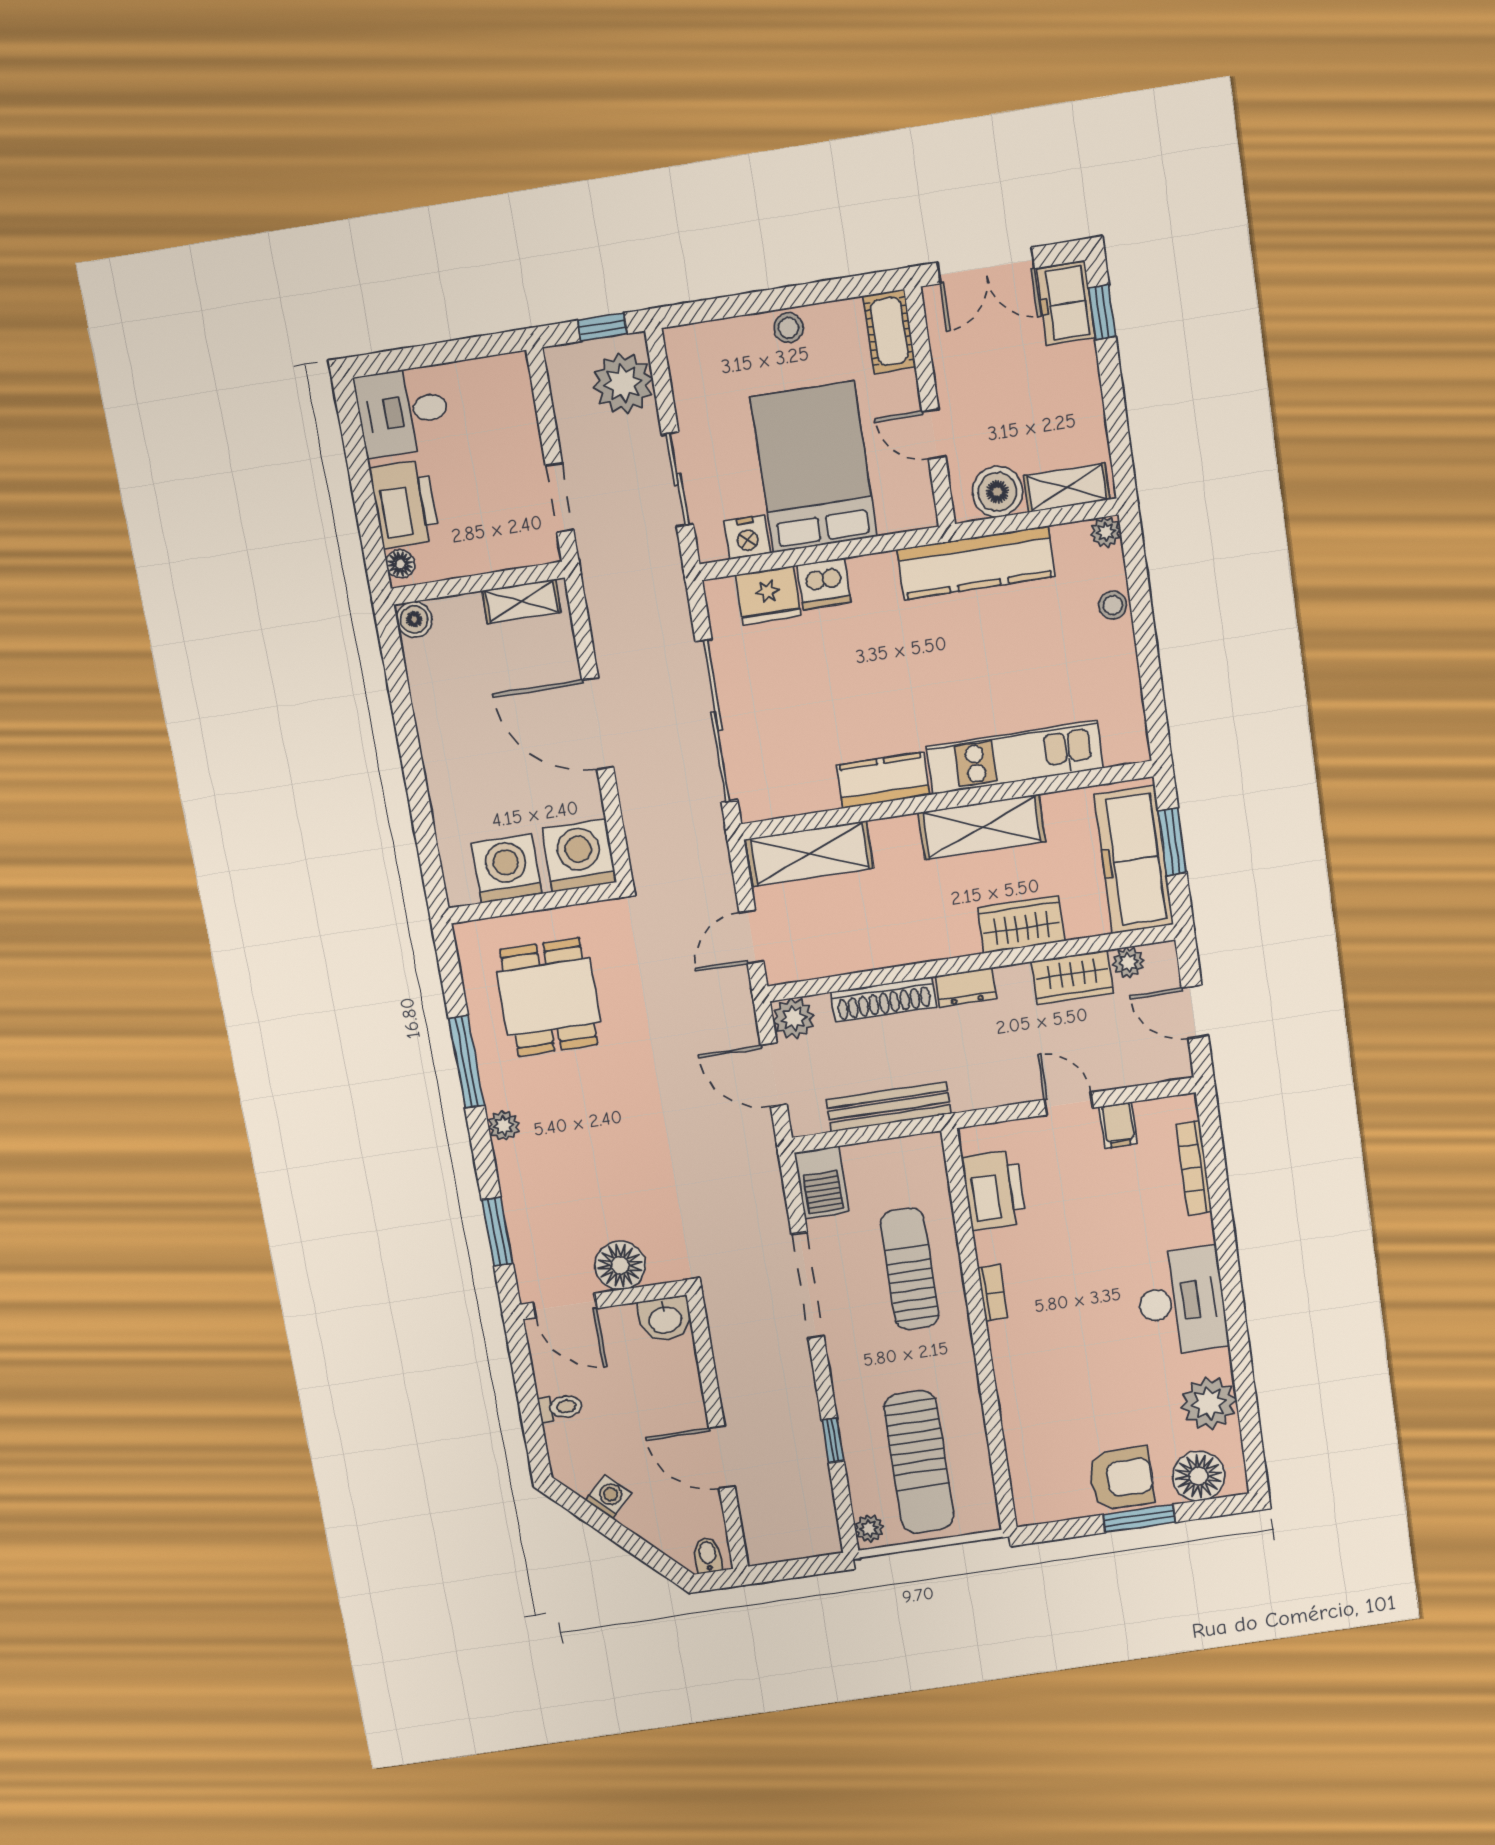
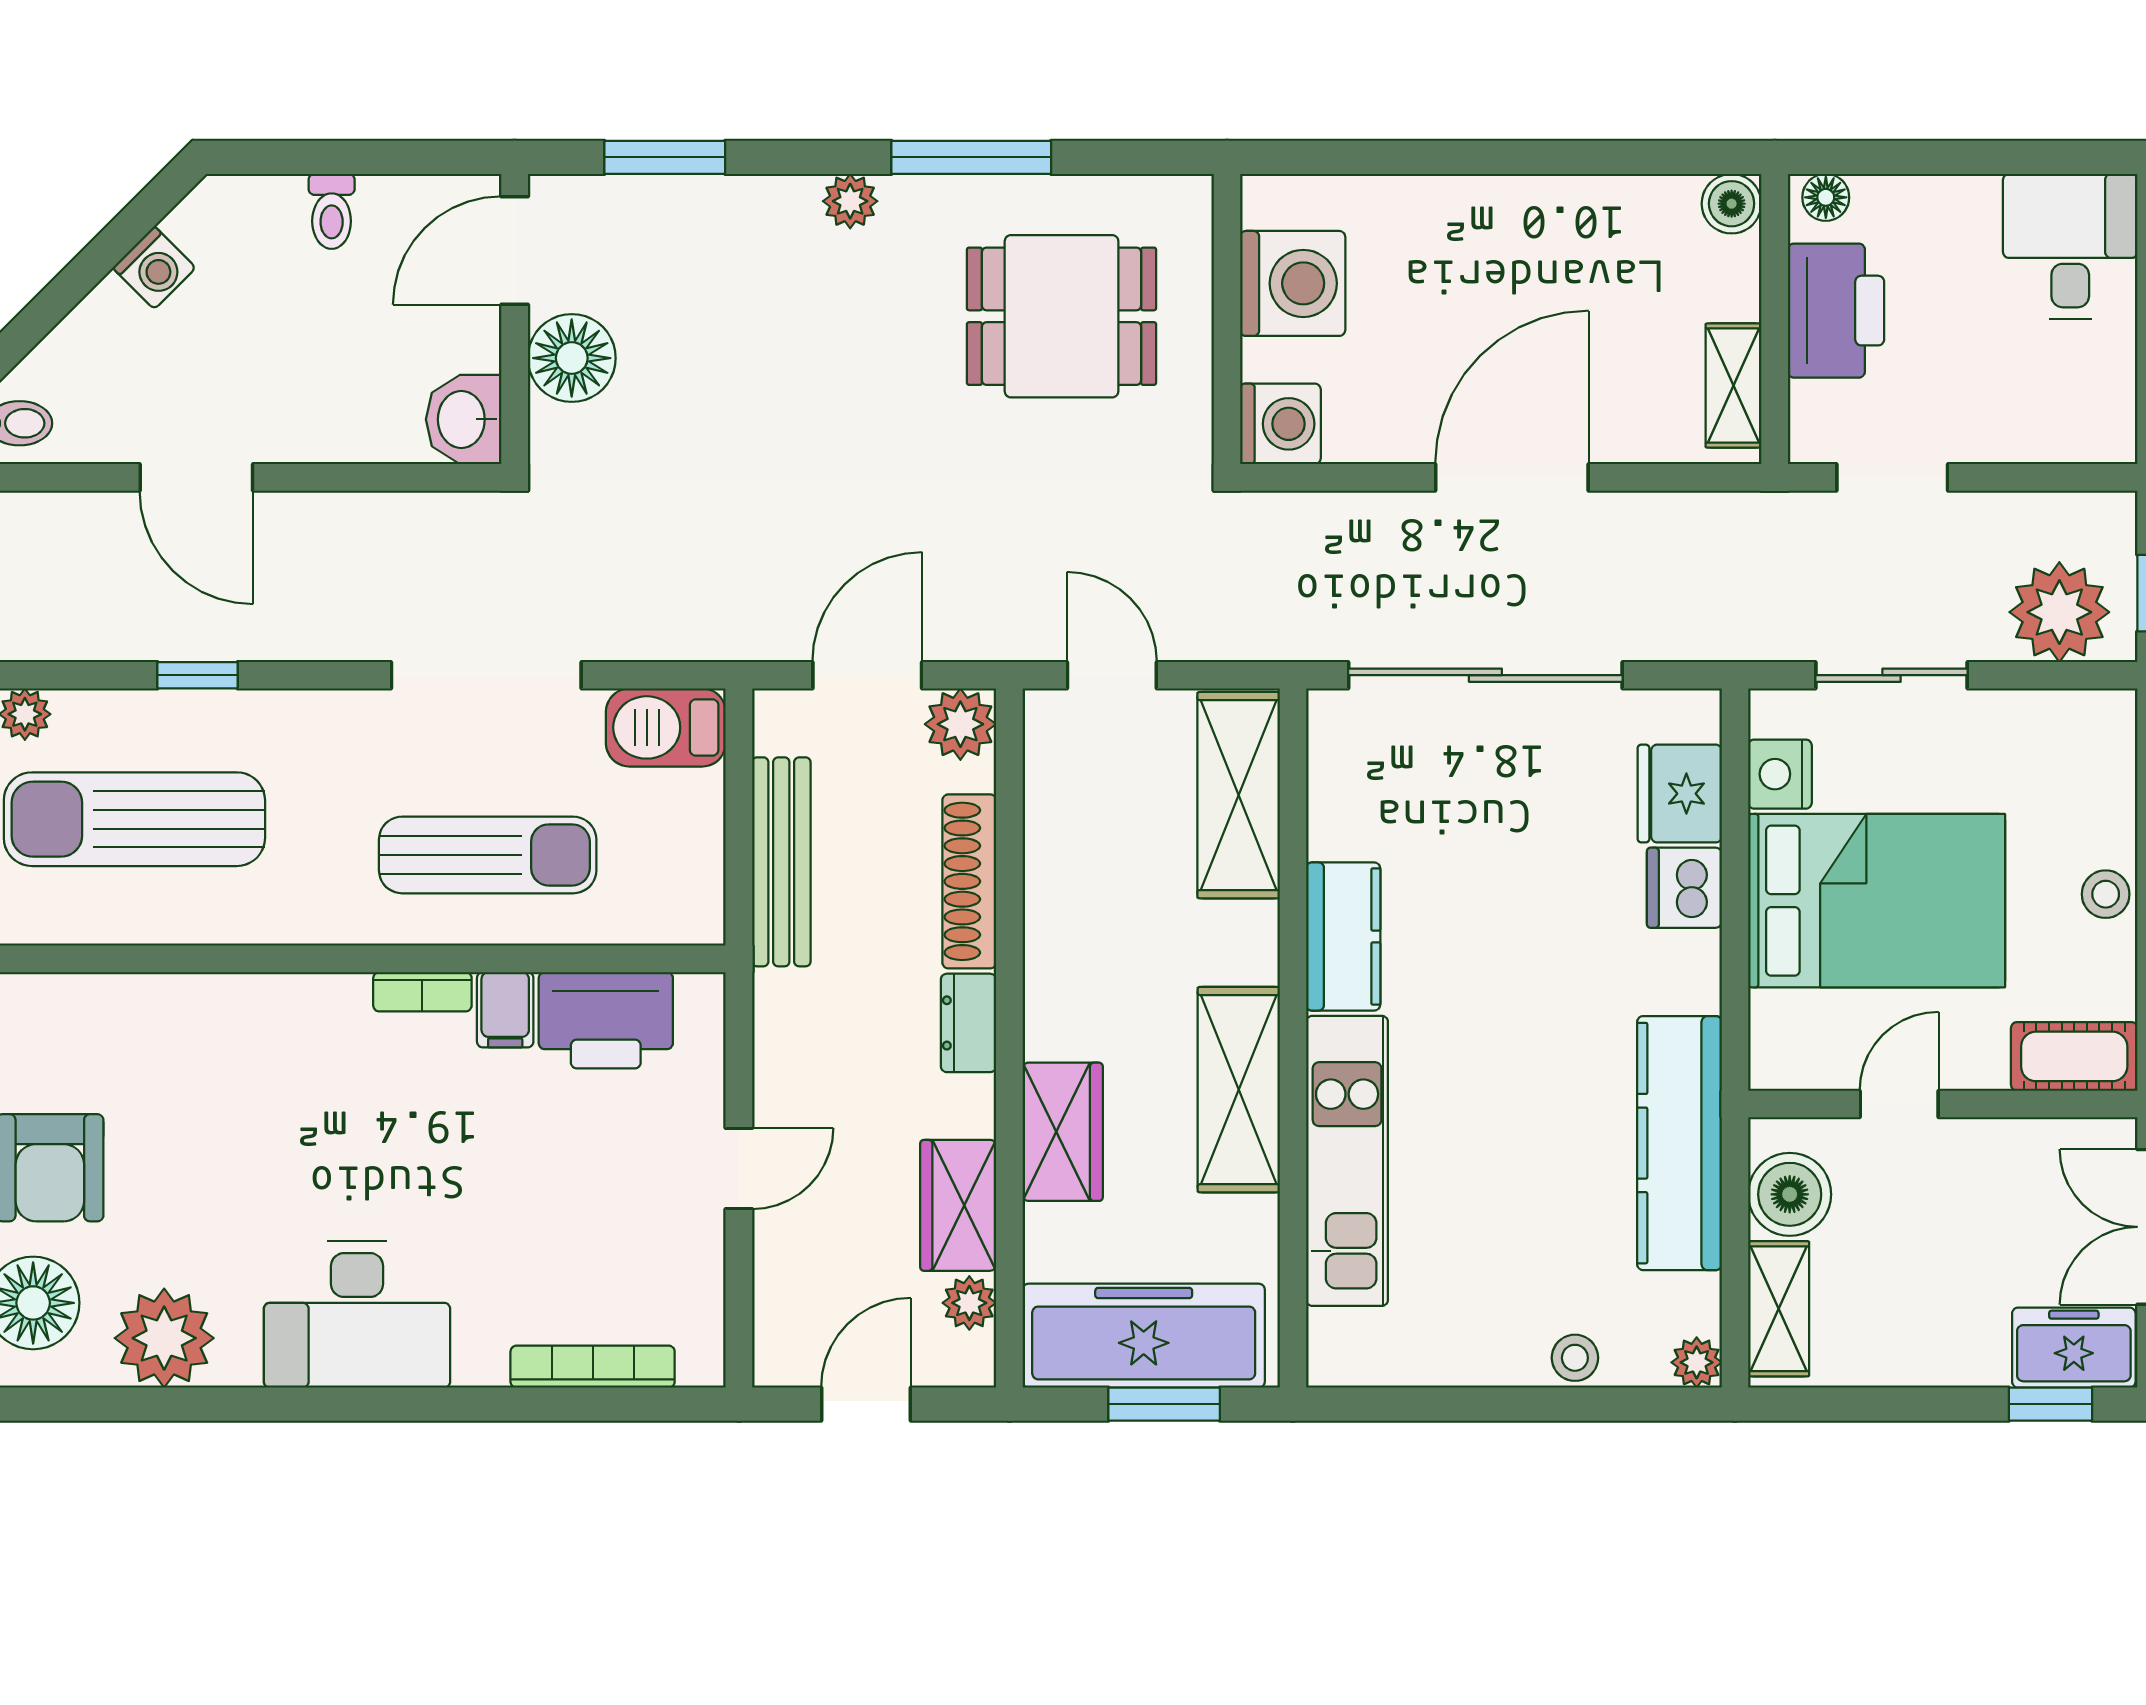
printer: (405, 504) -> (1836, 311), moved, turned -90
washing machine: (579, 856) -> (1281, 424), width x0.73, depth x0.73
filing cabinet: (1118, 1125) -> (505, 1010), moved, turned -90
door: (722, 1457) -> (196, 477), swing flipped

